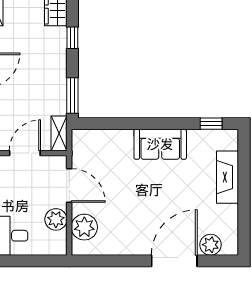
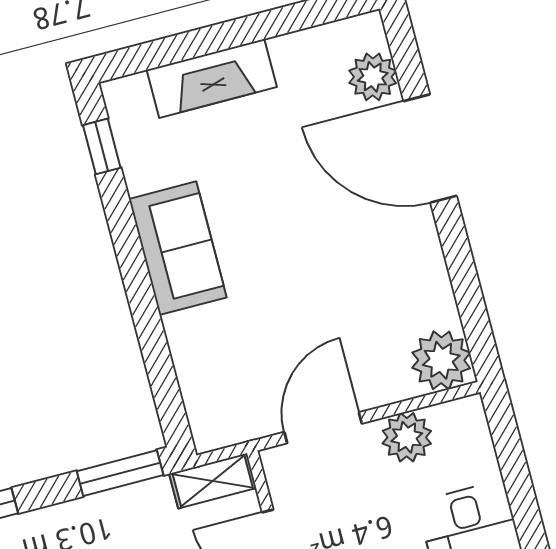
plant: (84, 227) -> (441, 360), moved

